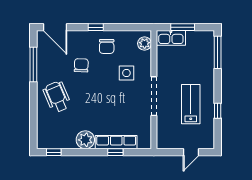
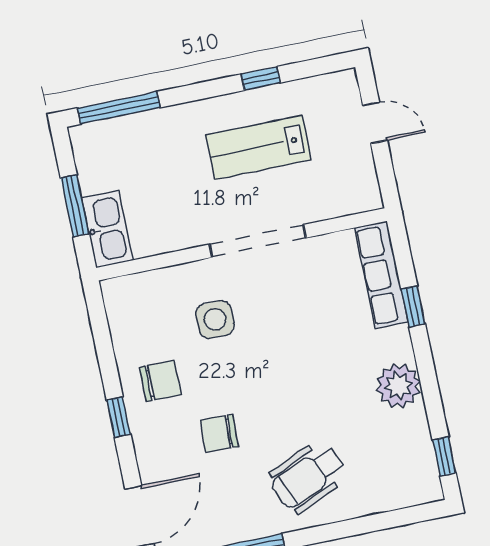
plant: (145, 44) -> (134, 290), removed
row of seats: (116, 142) -> (381, 275), moved

